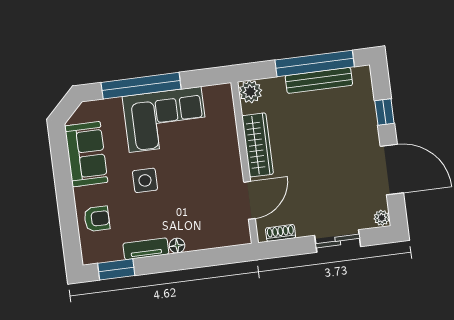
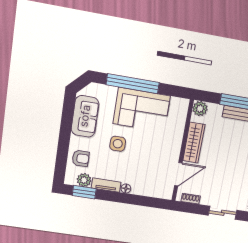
plant: (111, 251) -> (84, 180), added

